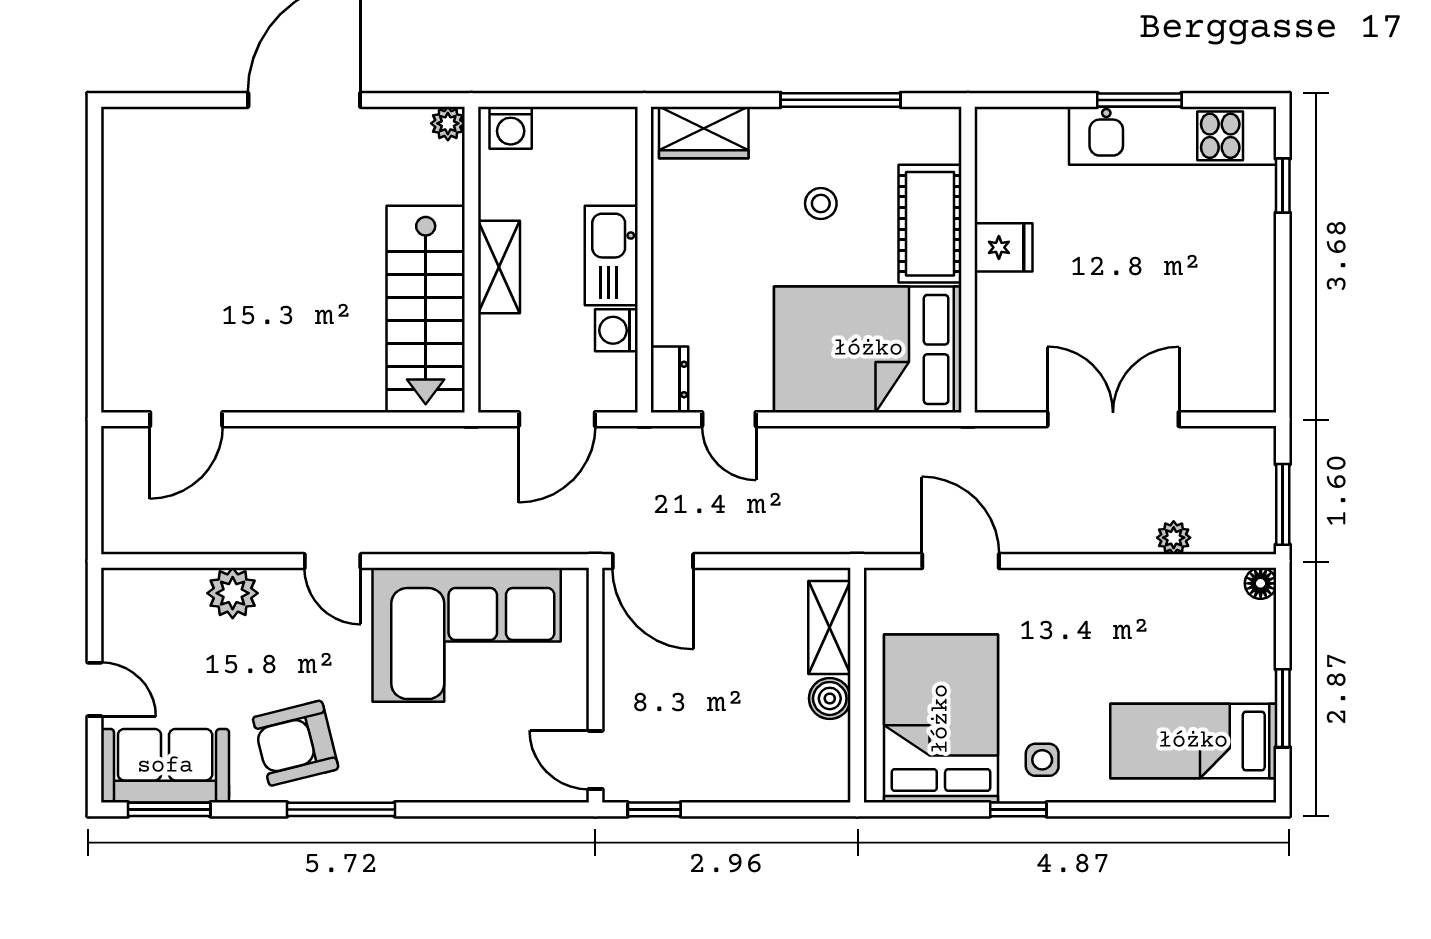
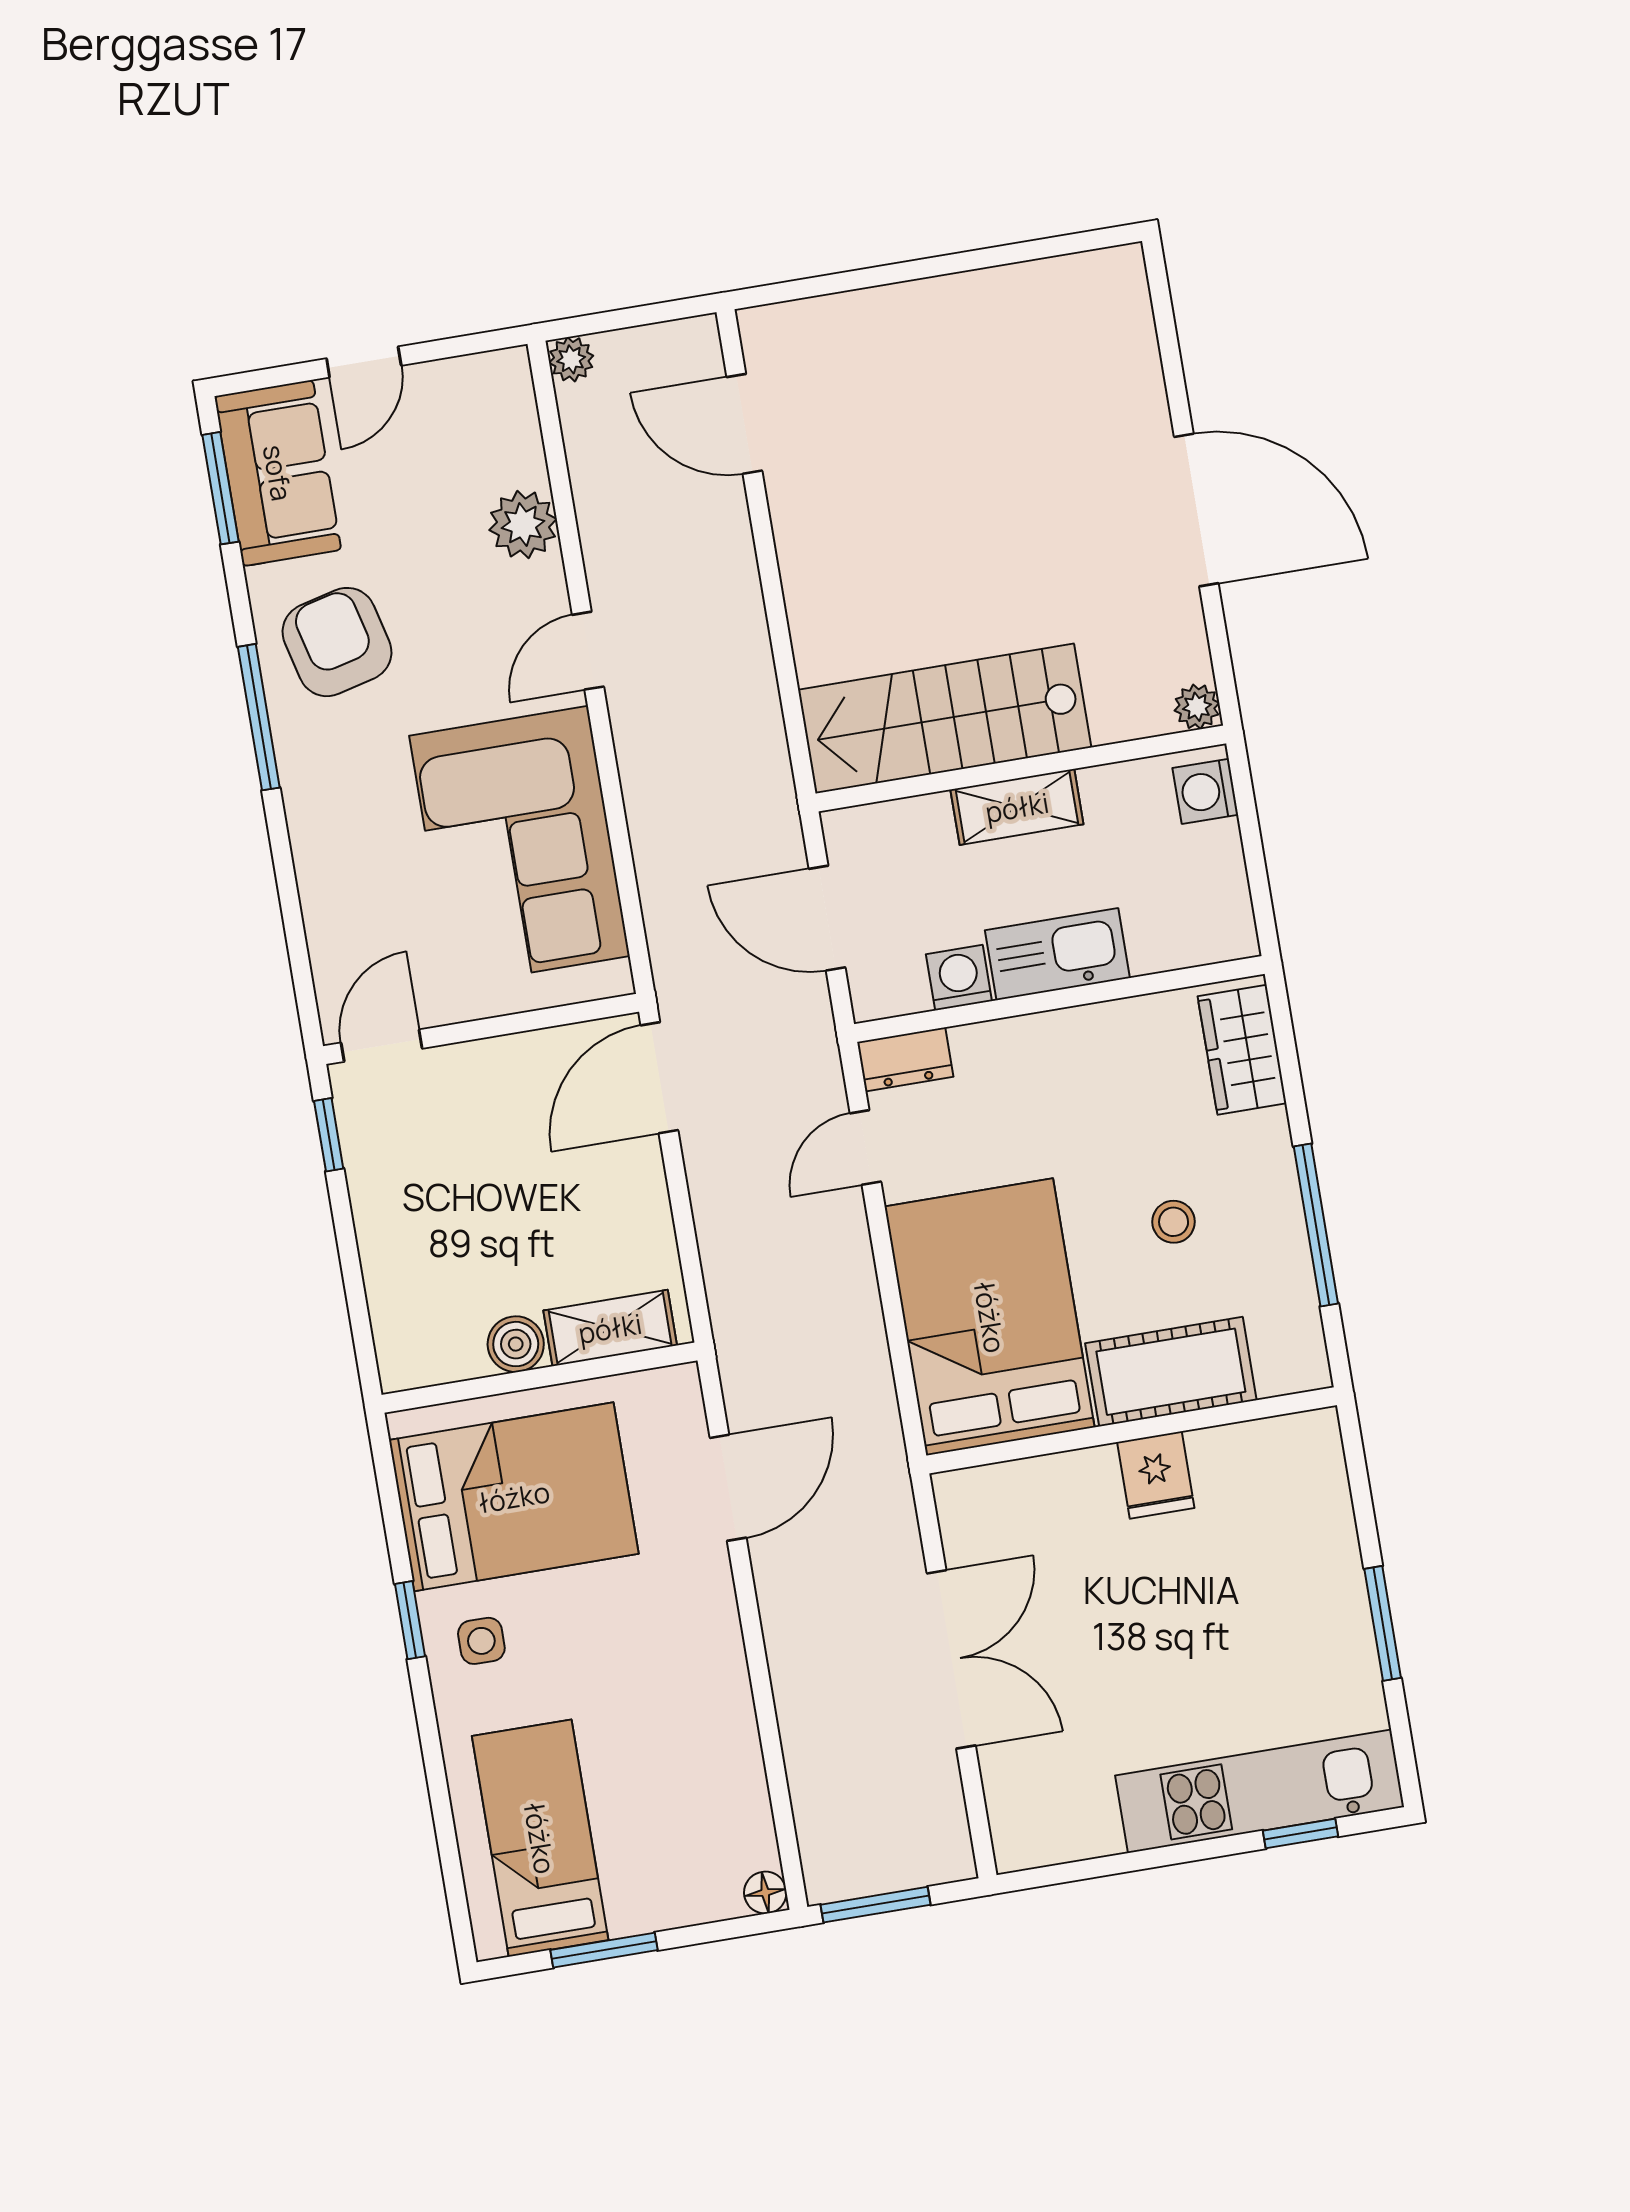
kitchen unit: (1173, 136) -> (1260, 1791), moved, turned 90
plant: (1174, 538) -> (571, 359), moved

